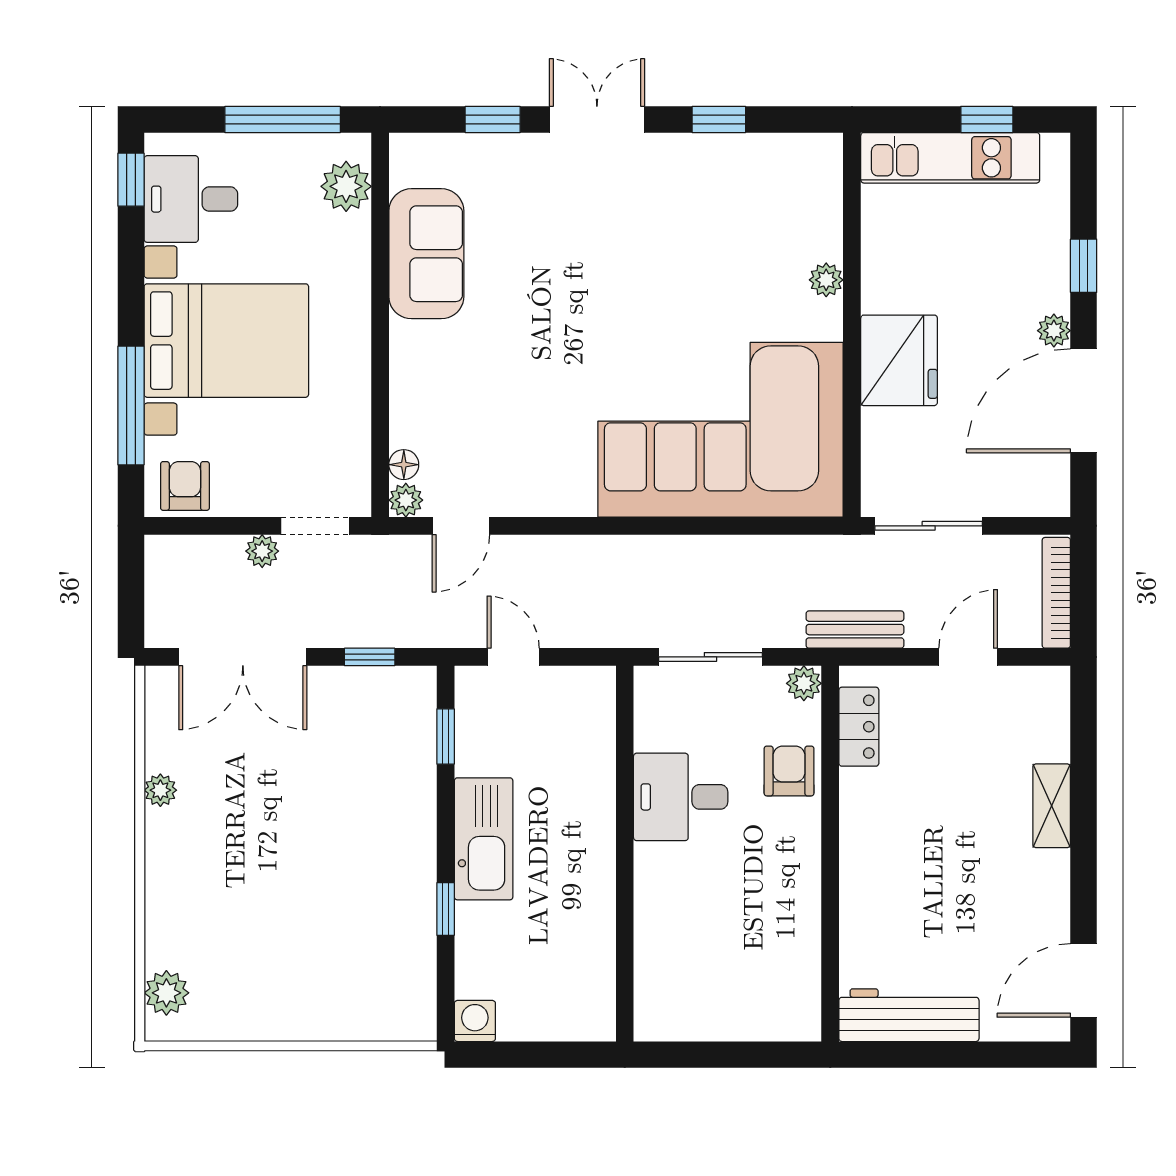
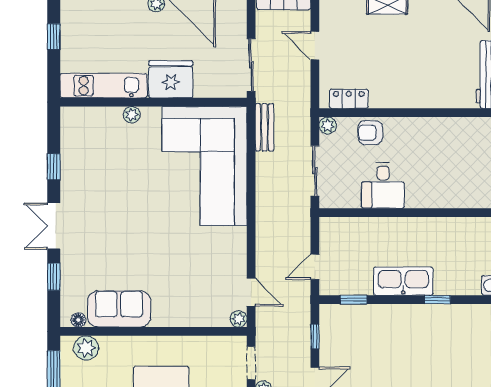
kitchen unit: (950, 158) -> (104, 86), moved, turned -90
floor lamp: (404, 465) -> (78, 320), moved
bench: (855, 630) -> (264, 127), moved

